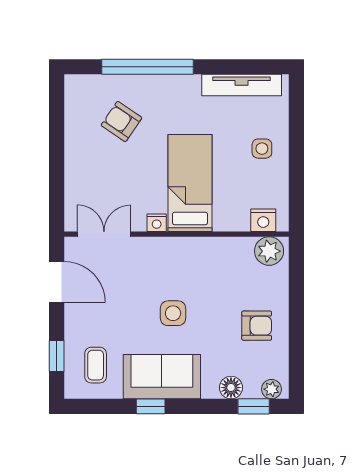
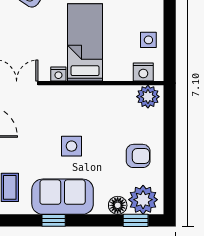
side table: (262, 149) -> (148, 40), moved
plant: (271, 389) -> (143, 200), width x1.88, depth x1.88

